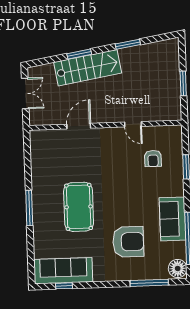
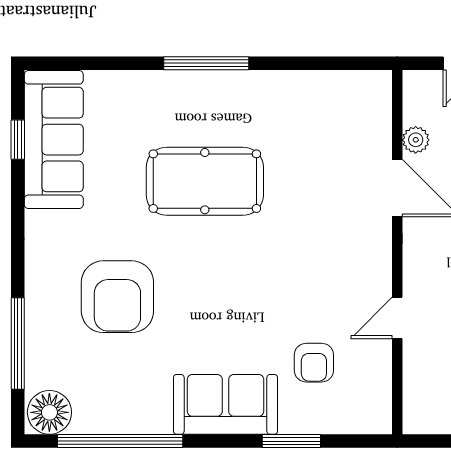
plant: (58, 119) -> (416, 140), added
armchair: (153, 159) -> (314, 363), turned -90
sofa: (173, 219) -> (226, 404), moved

